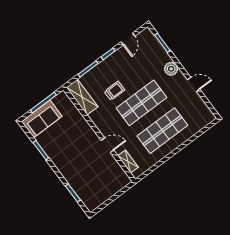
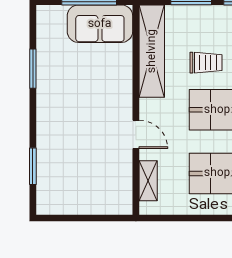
shelving: (82, 97) -> (152, 51), width x1.47
sofa: (42, 119) -> (100, 24), moved

